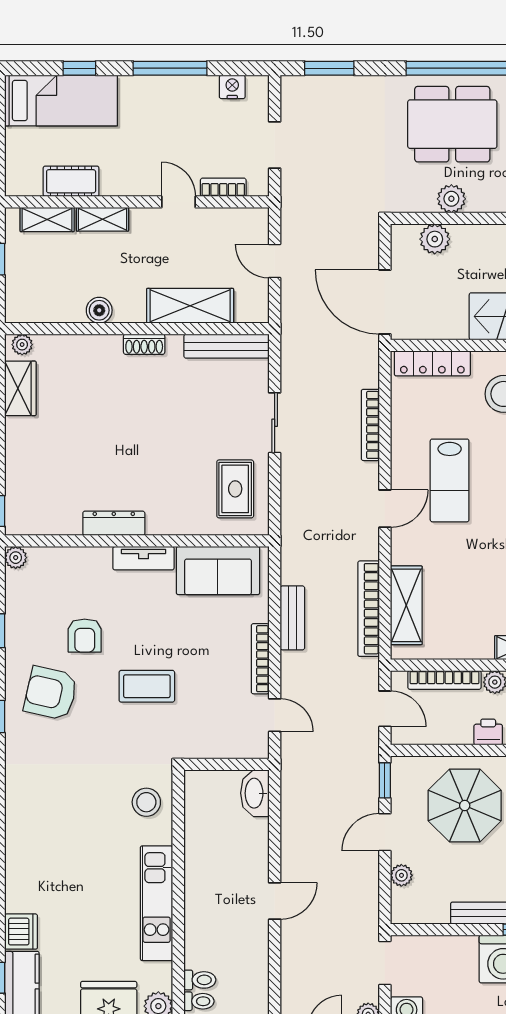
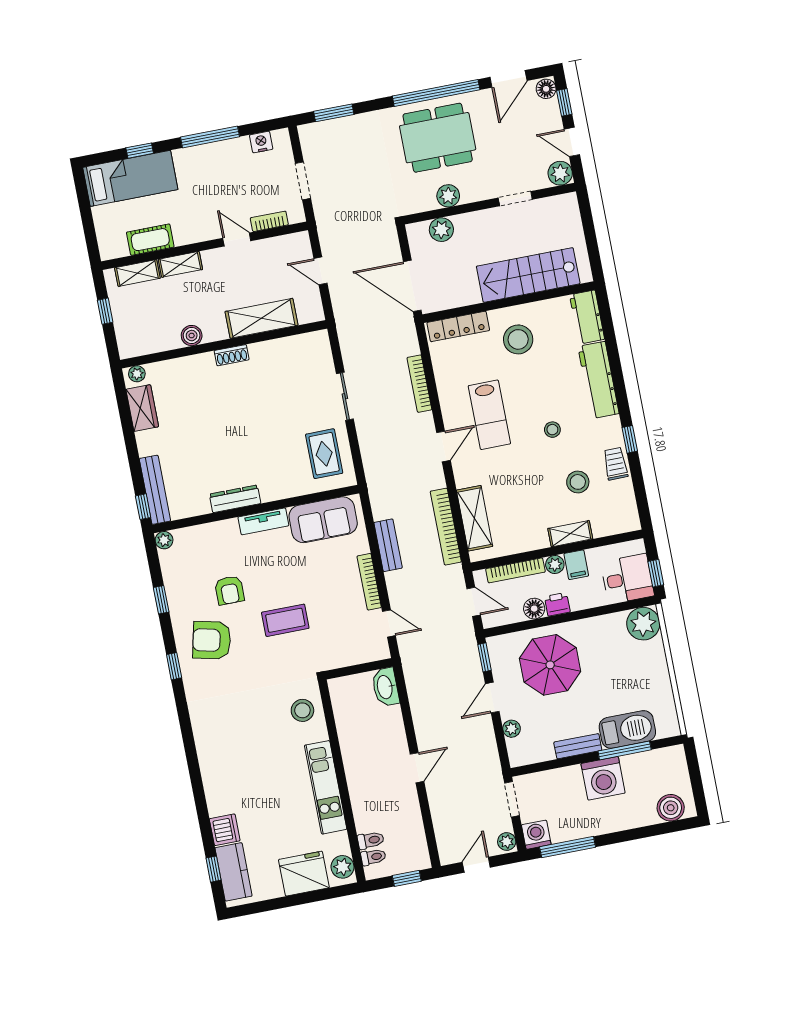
bench: (227, 346) -> (155, 490), moved, turned 90
floor lamp: (458, 732) -> (534, 609), added

